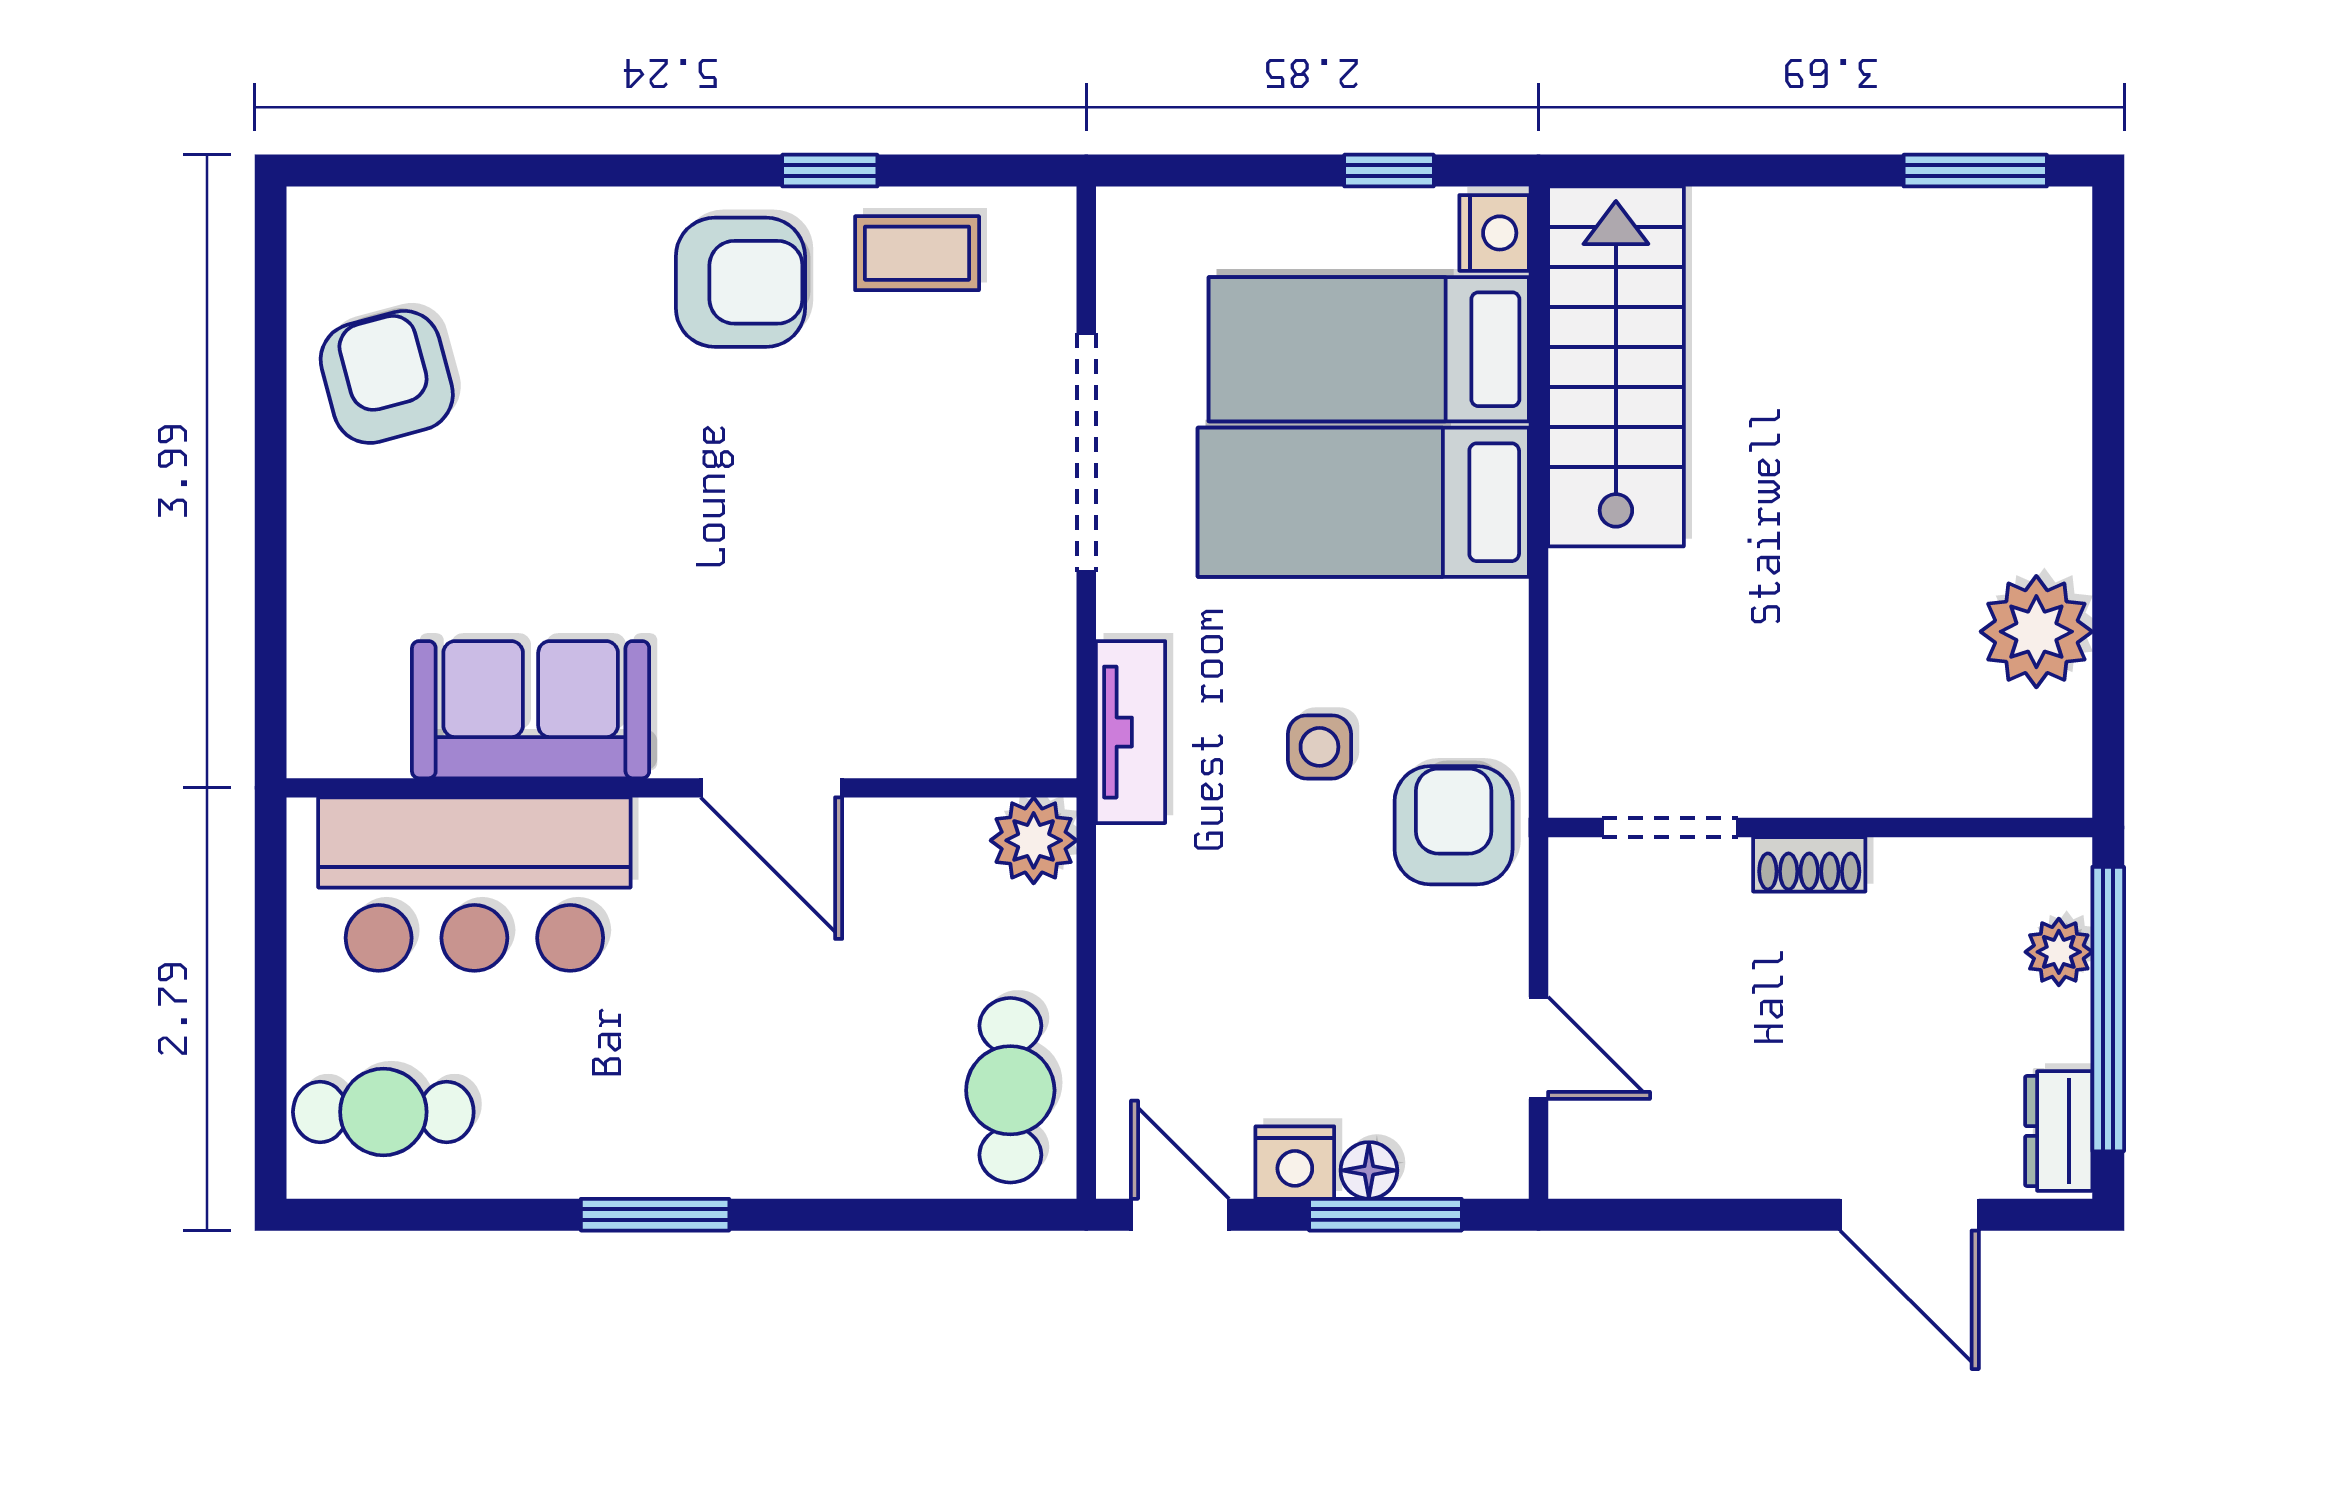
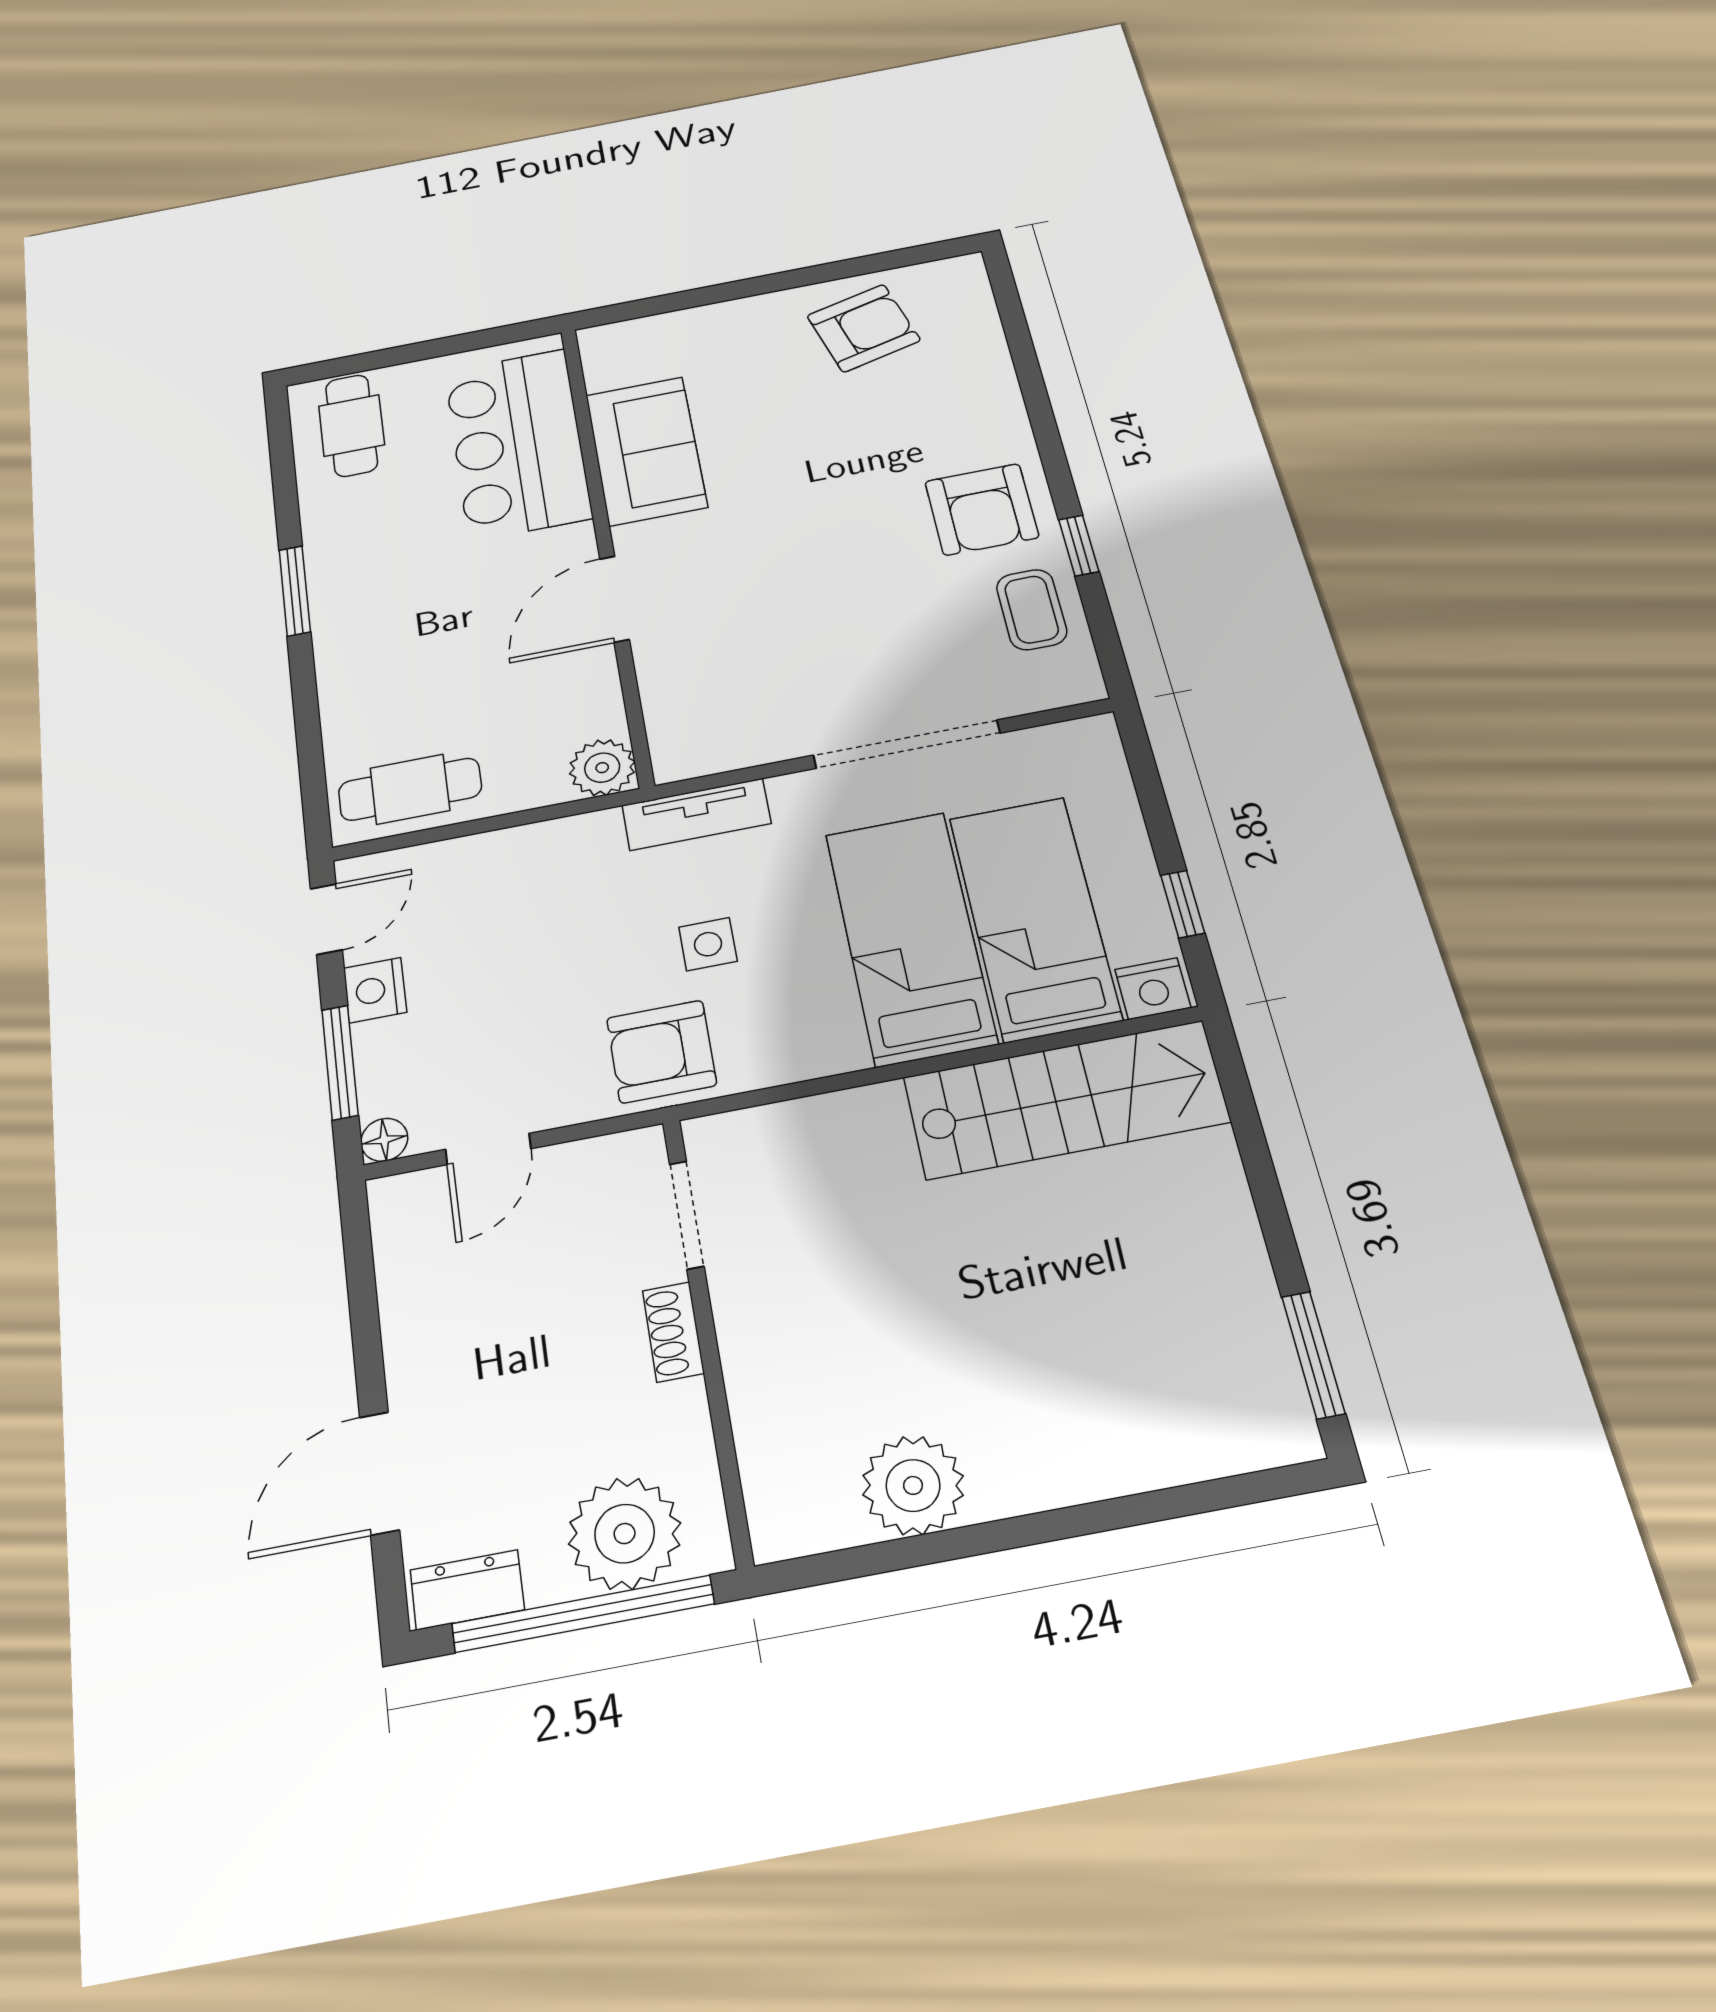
armchair: (1454, 825) -> (661, 1052), turned 180
plant: (2059, 952) -> (625, 1534), width x1.88, depth x1.88
floor lamp: (1369, 1170) -> (384, 1140), moved

